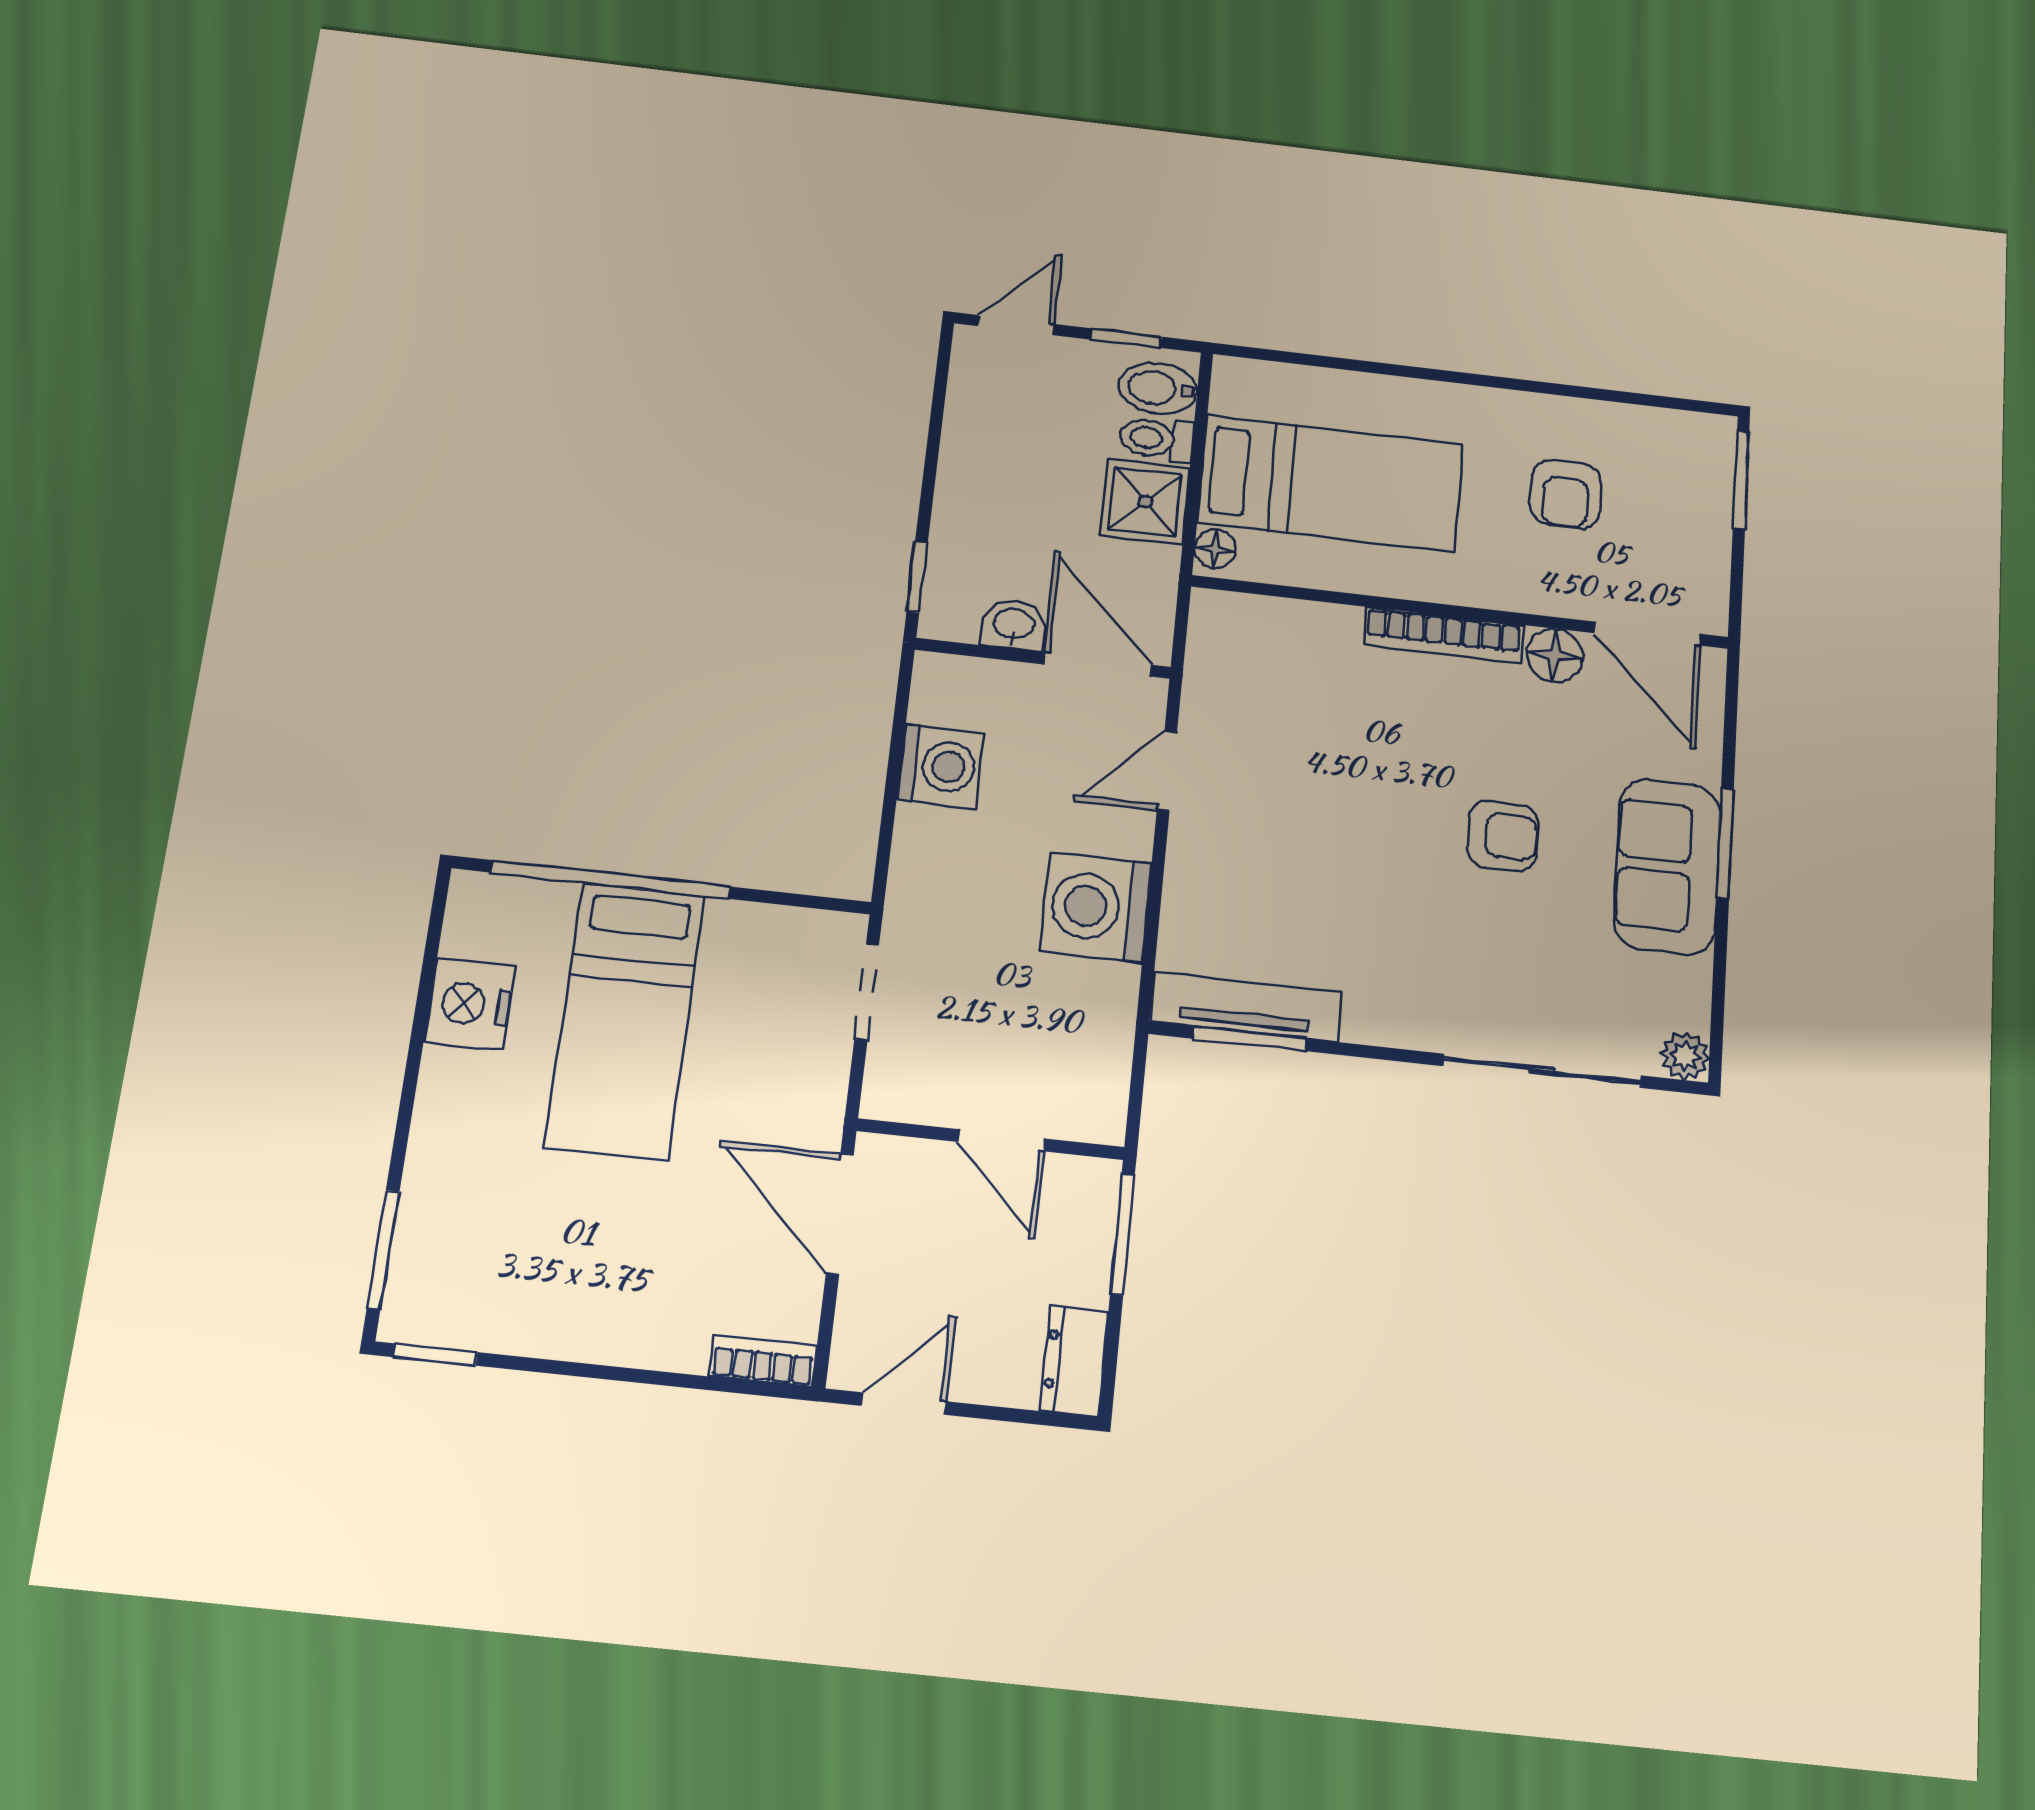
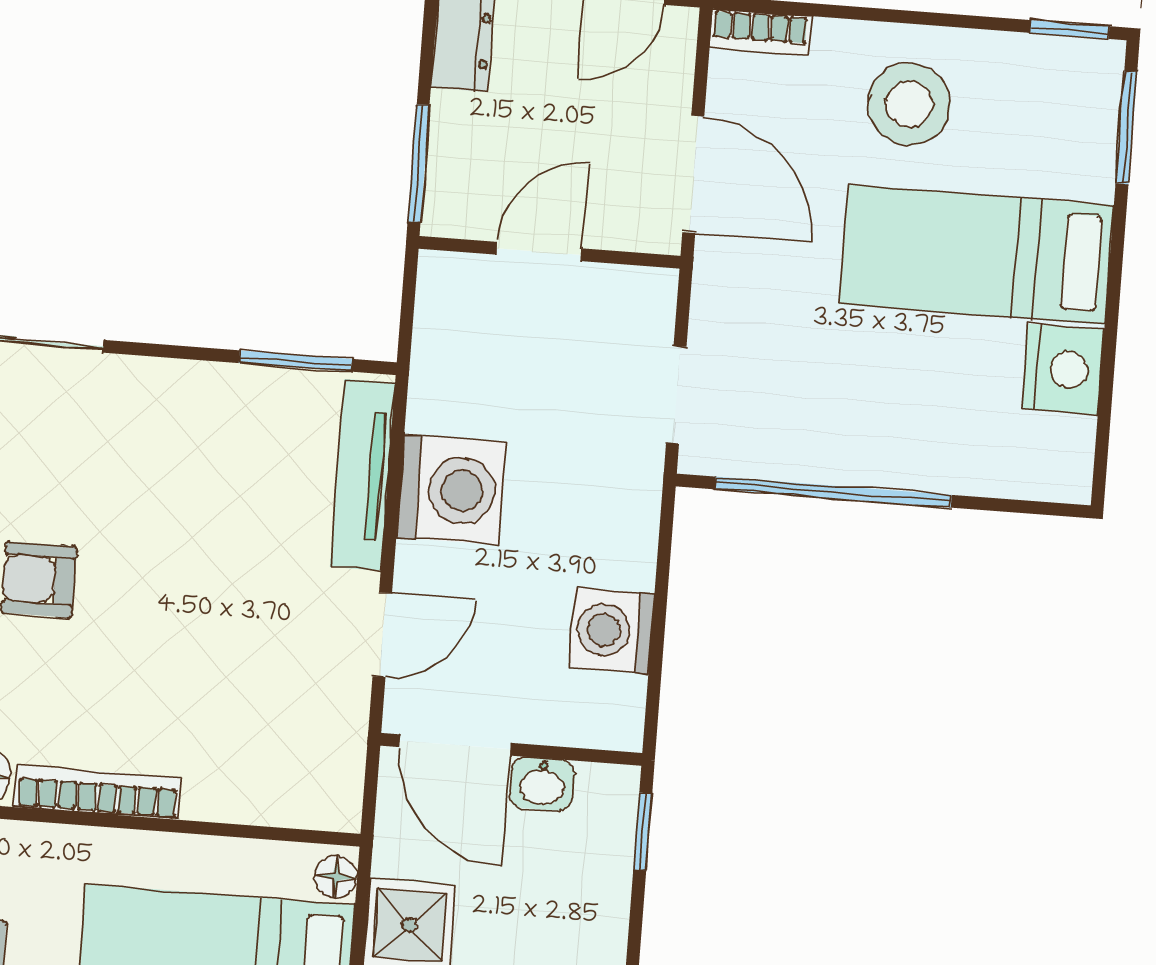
window: (611, 880) -> (833, 492), moved
tv unit: (1246, 1007) -> (363, 475), moved, turned 90
bed: (625, 1021) -> (976, 254), moved, turned -90
door: (1001, 1140) -> (539, 252), hinge flipped
stool: (611, 1281) -> (909, 104), added

